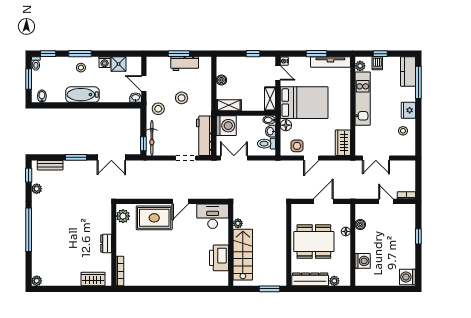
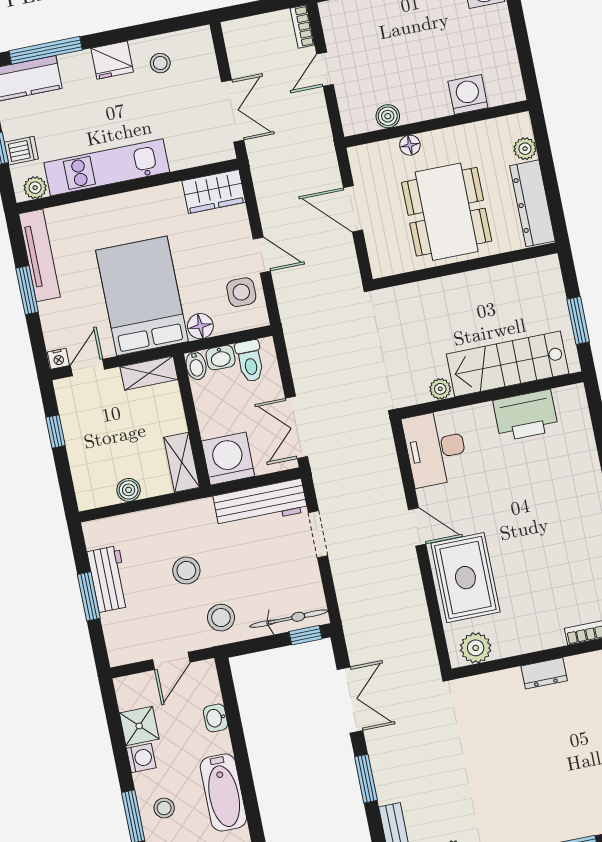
washbasin: (136, 98) -> (216, 718), moved
window: (269, 289) -> (578, 320), moved

